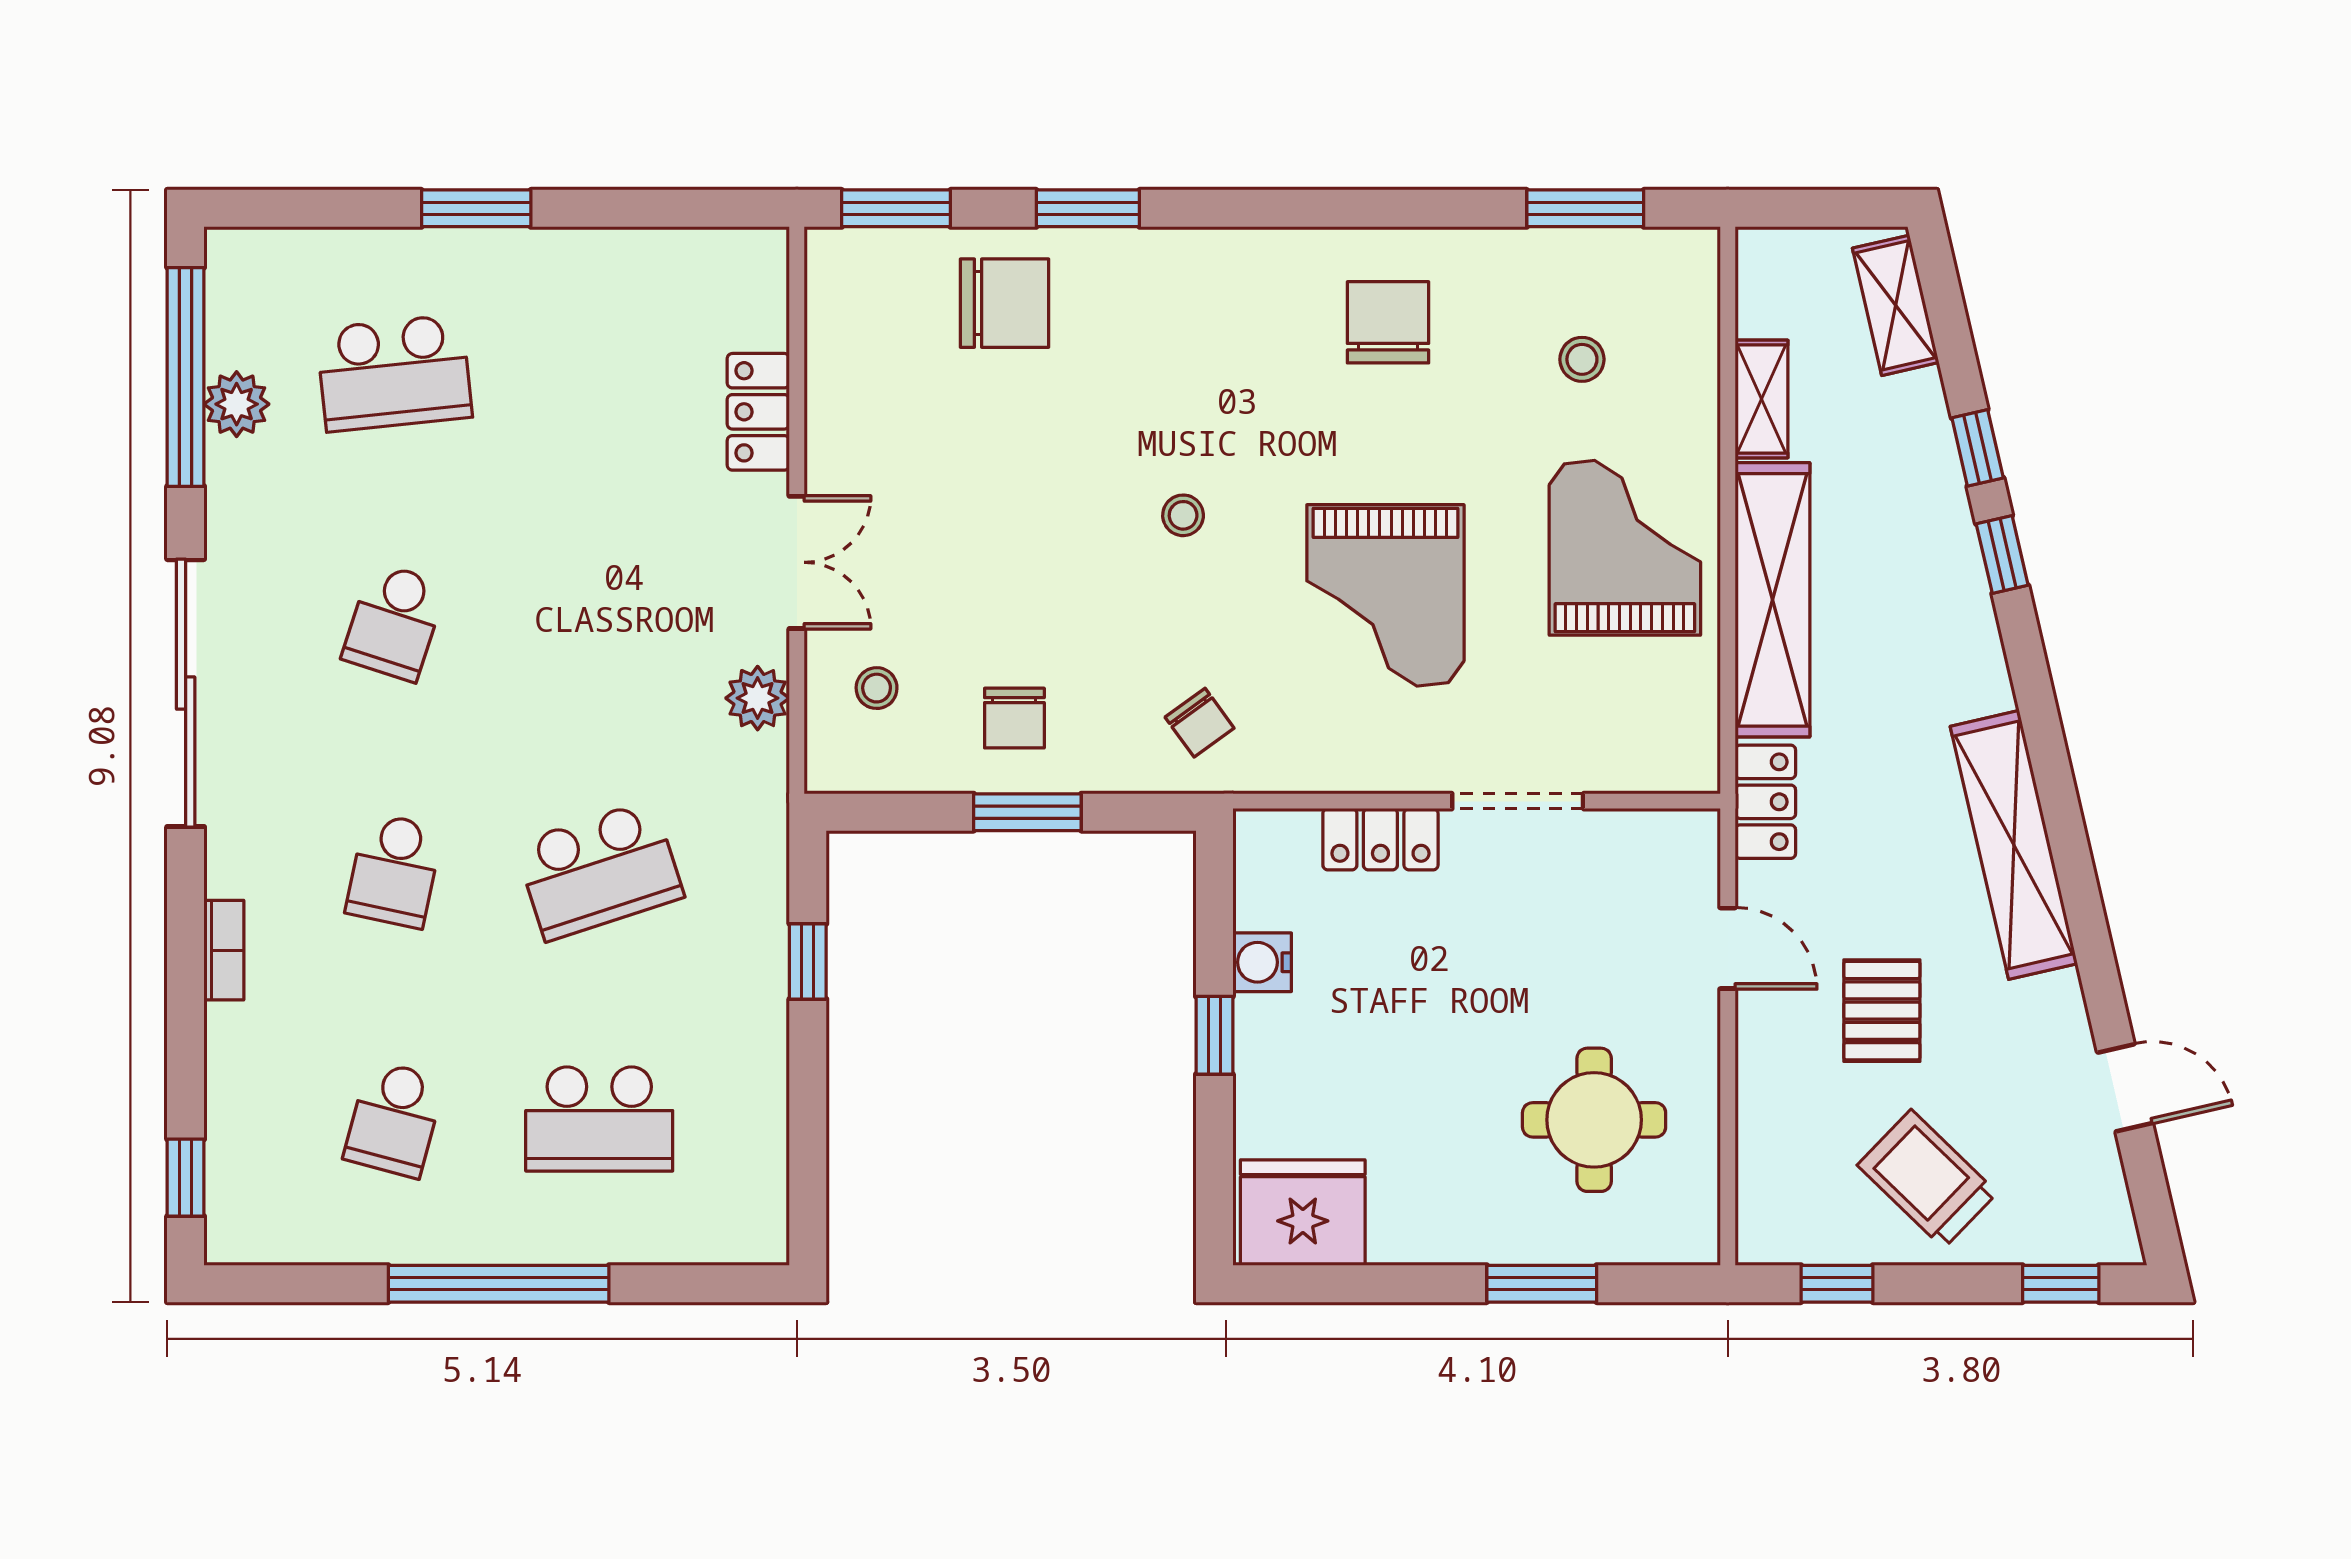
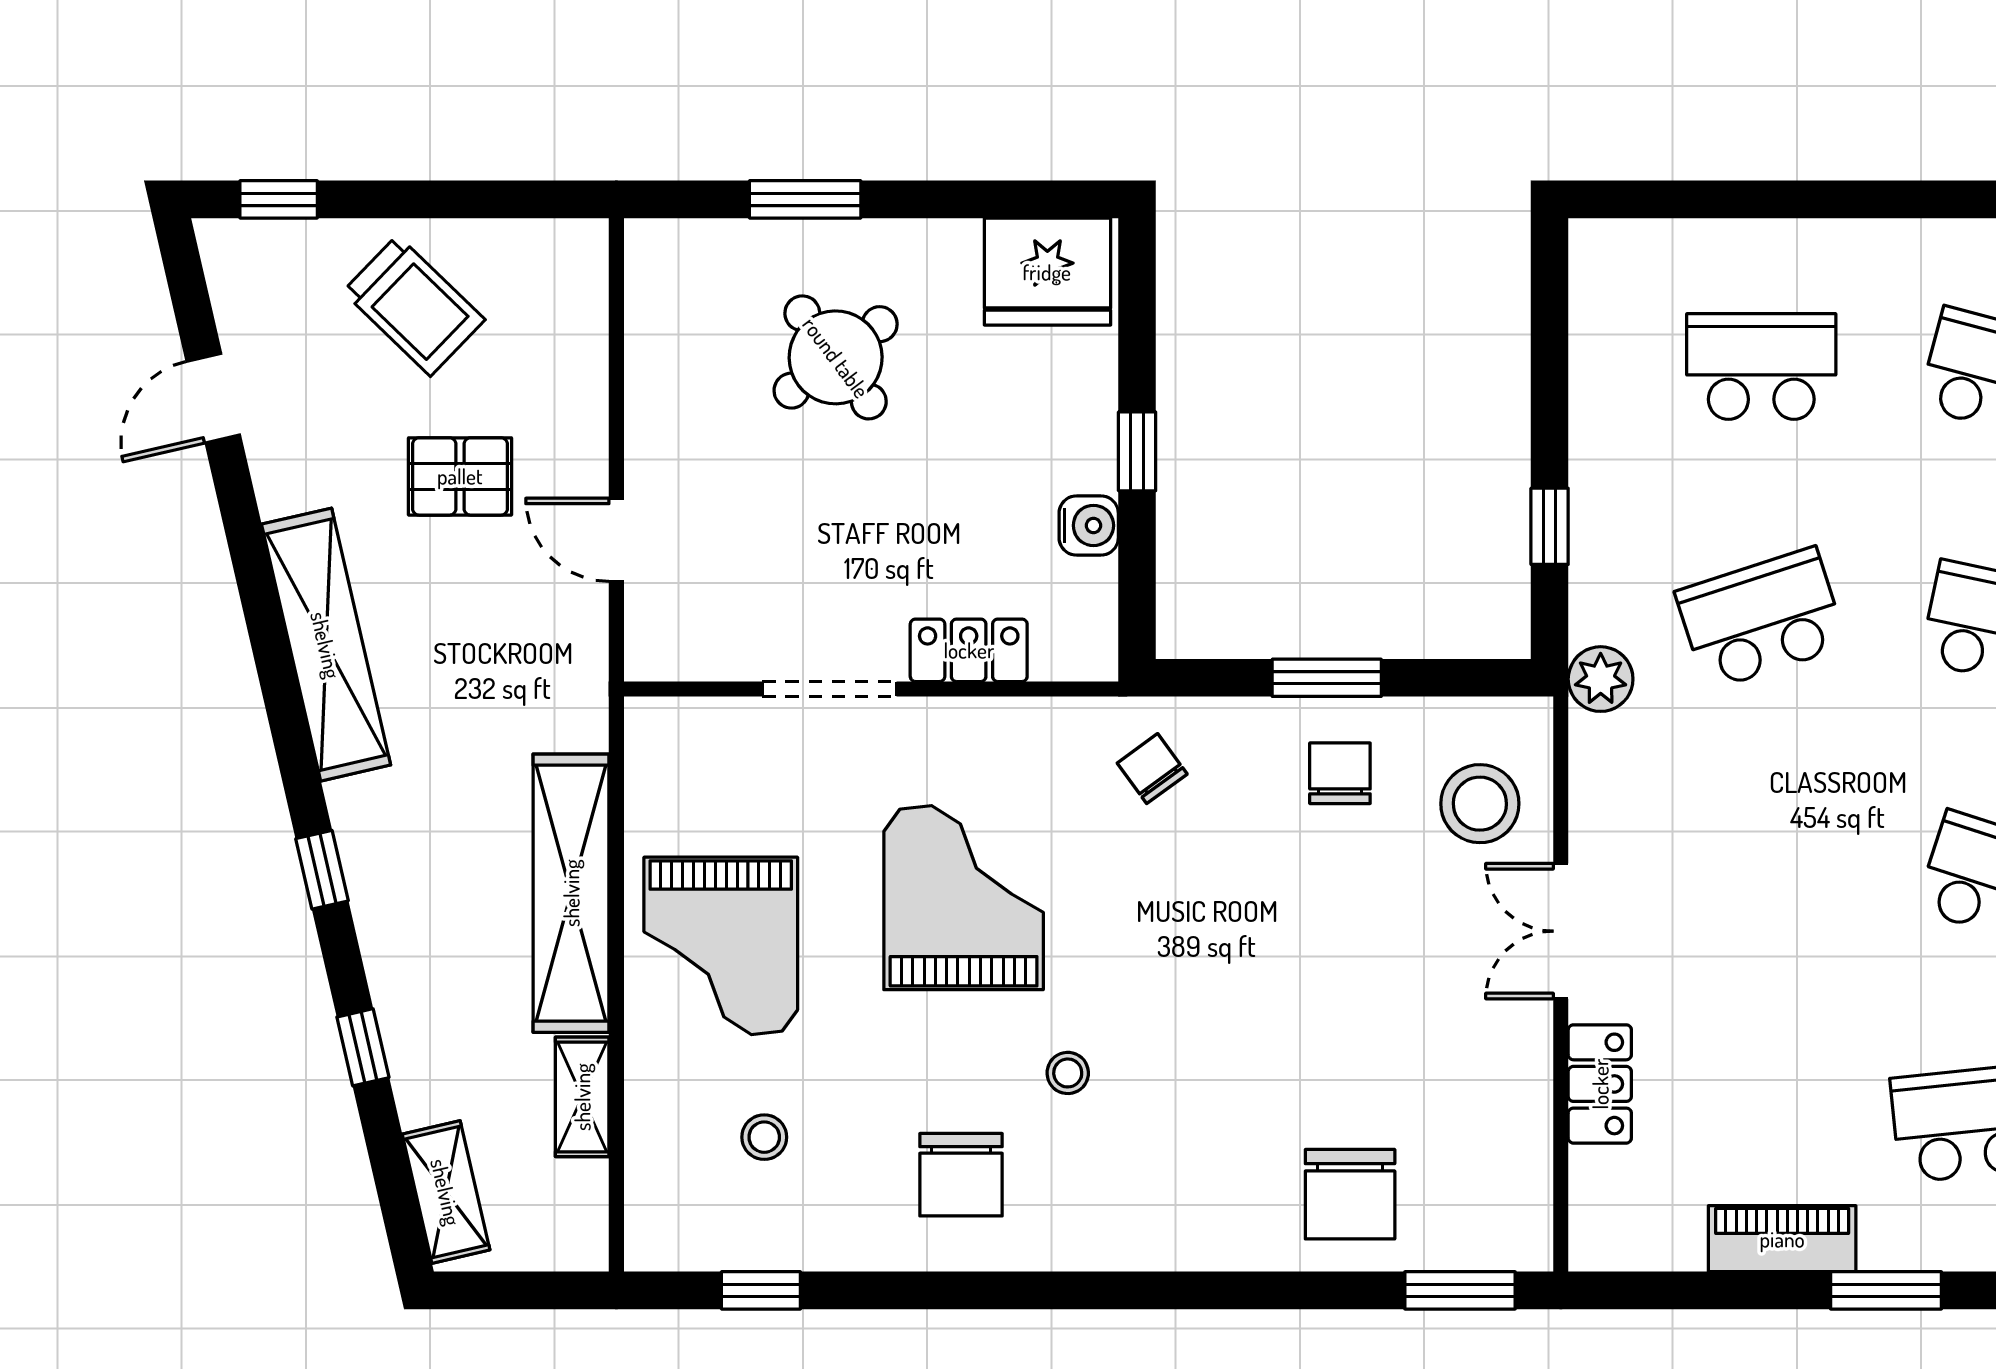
window: (1088, 208) -> (1265, 1290), removed
window: (1585, 208) -> (761, 1290), width x0.67
piano: (579, 259) -> (1782, 1239), added
chair: (1004, 303) -> (1350, 1194), turned -90
stool: (1183, 515) -> (1068, 1073), moved
window: (2002, 555) -> (322, 870), moved
stool: (877, 688) -> (1480, 804), width x1.89, depth x1.89
plant: (758, 698) -> (1601, 679), moved
locker: (1765, 802) -> (578, 688), removed
pallet: (1882, 1011) -> (460, 476), turned 90
door: (2125, 1088) -> (213, 398), hinge flipped
round table: (1594, 1120) -> (836, 357), moved, turned -37
window: (499, 1284) -> (1863, 199), removed
window: (1837, 1284) -> (506, 199), removed

